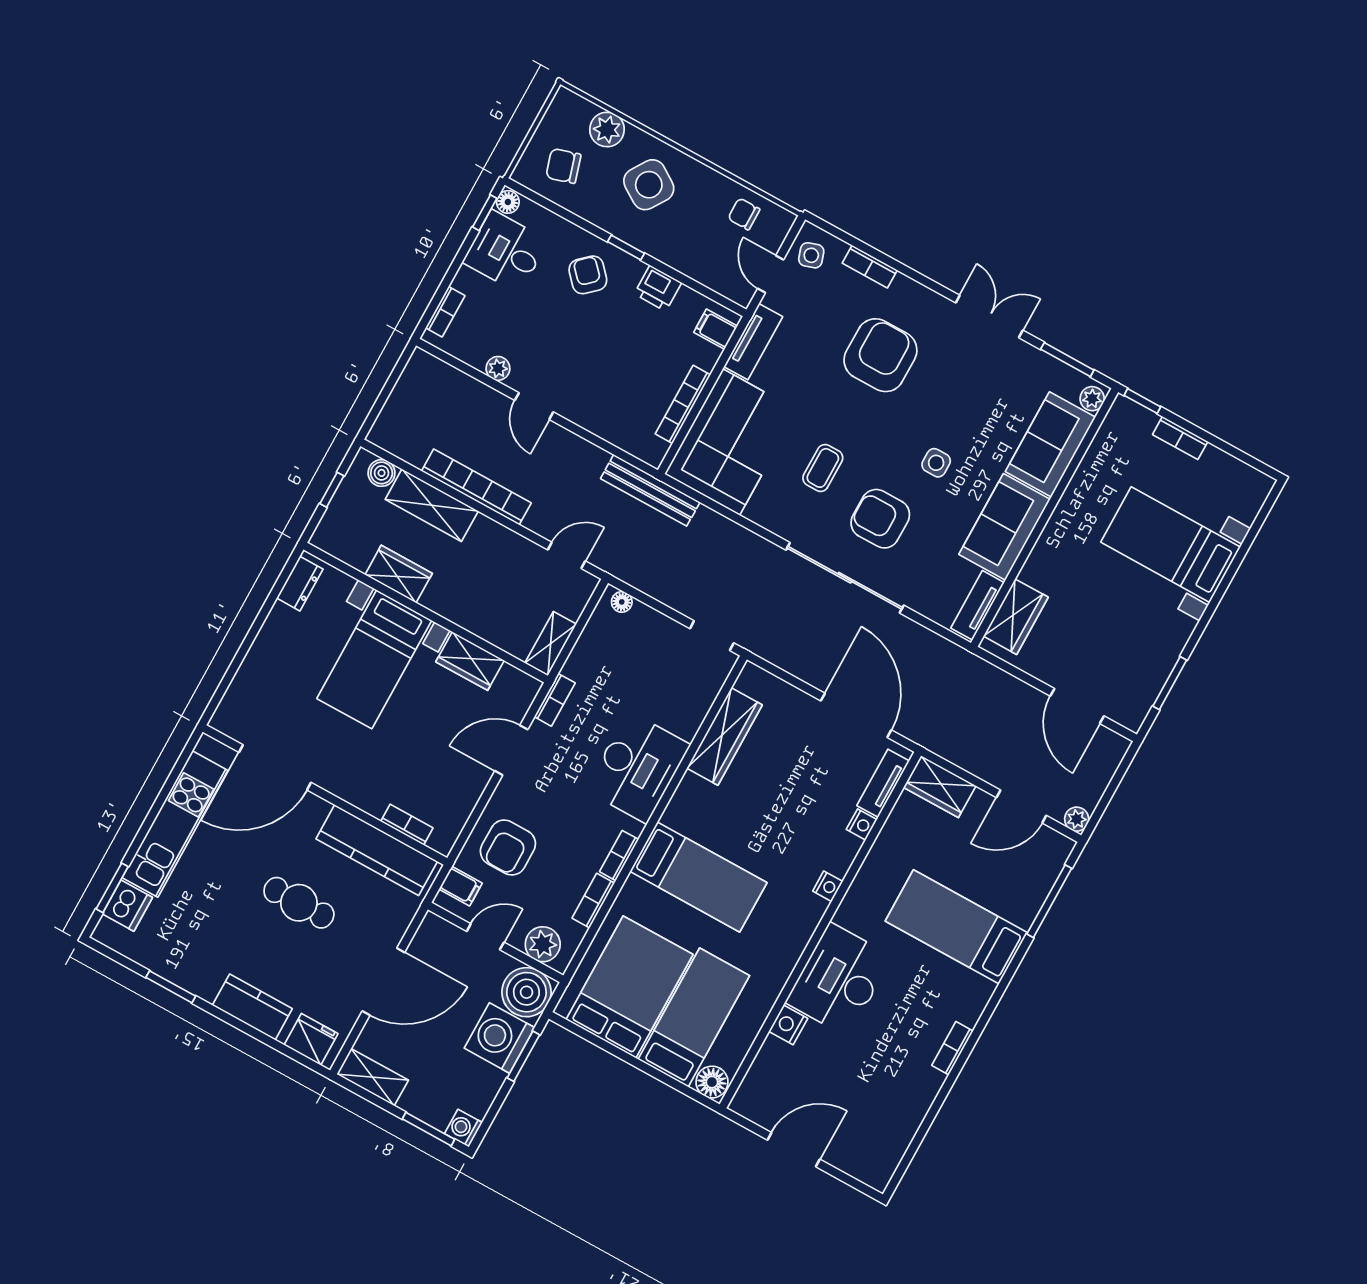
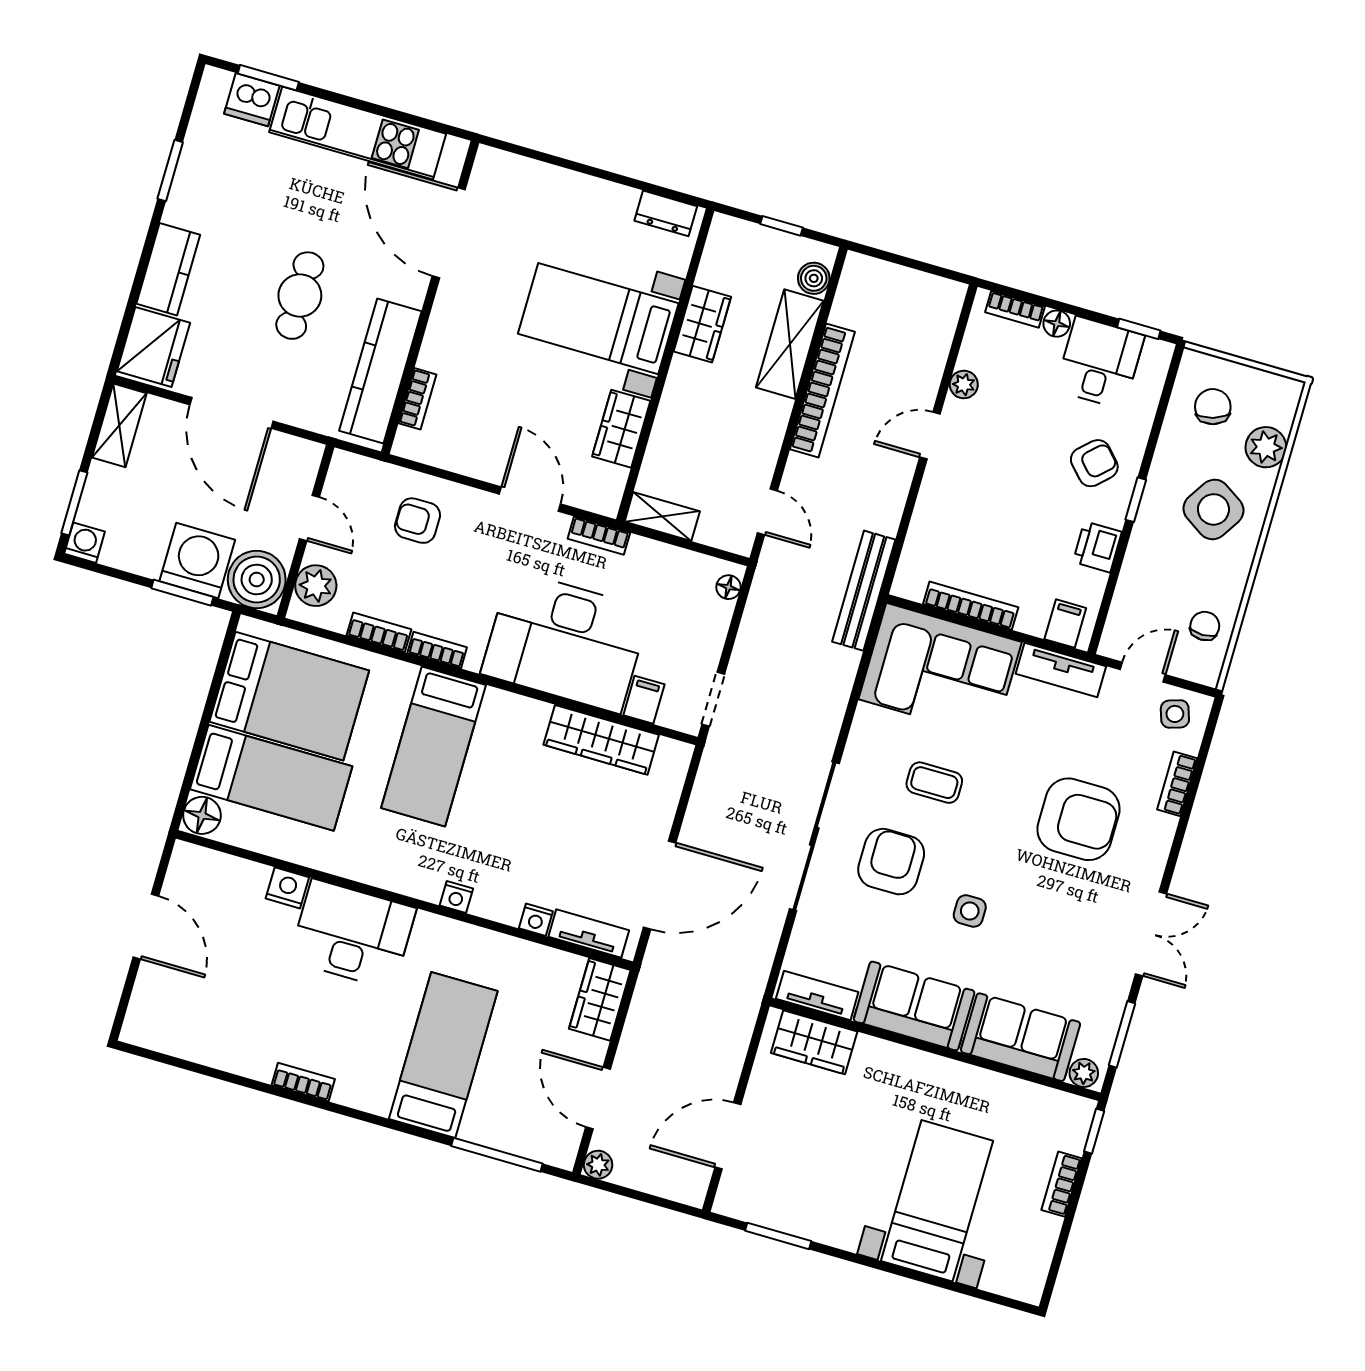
floor lamp: (508, 202) -> (1057, 324), moved
desk: (638, 767) -> (565, 642), width x1.36, depth x1.30
armchair: (508, 848) -> (418, 521), width x0.72, depth x0.72
filing cabinet: (461, 886) -> (644, 700), moved, turned 180
fridge: (311, 1039) -> (153, 347), width x1.36, depth x1.34

